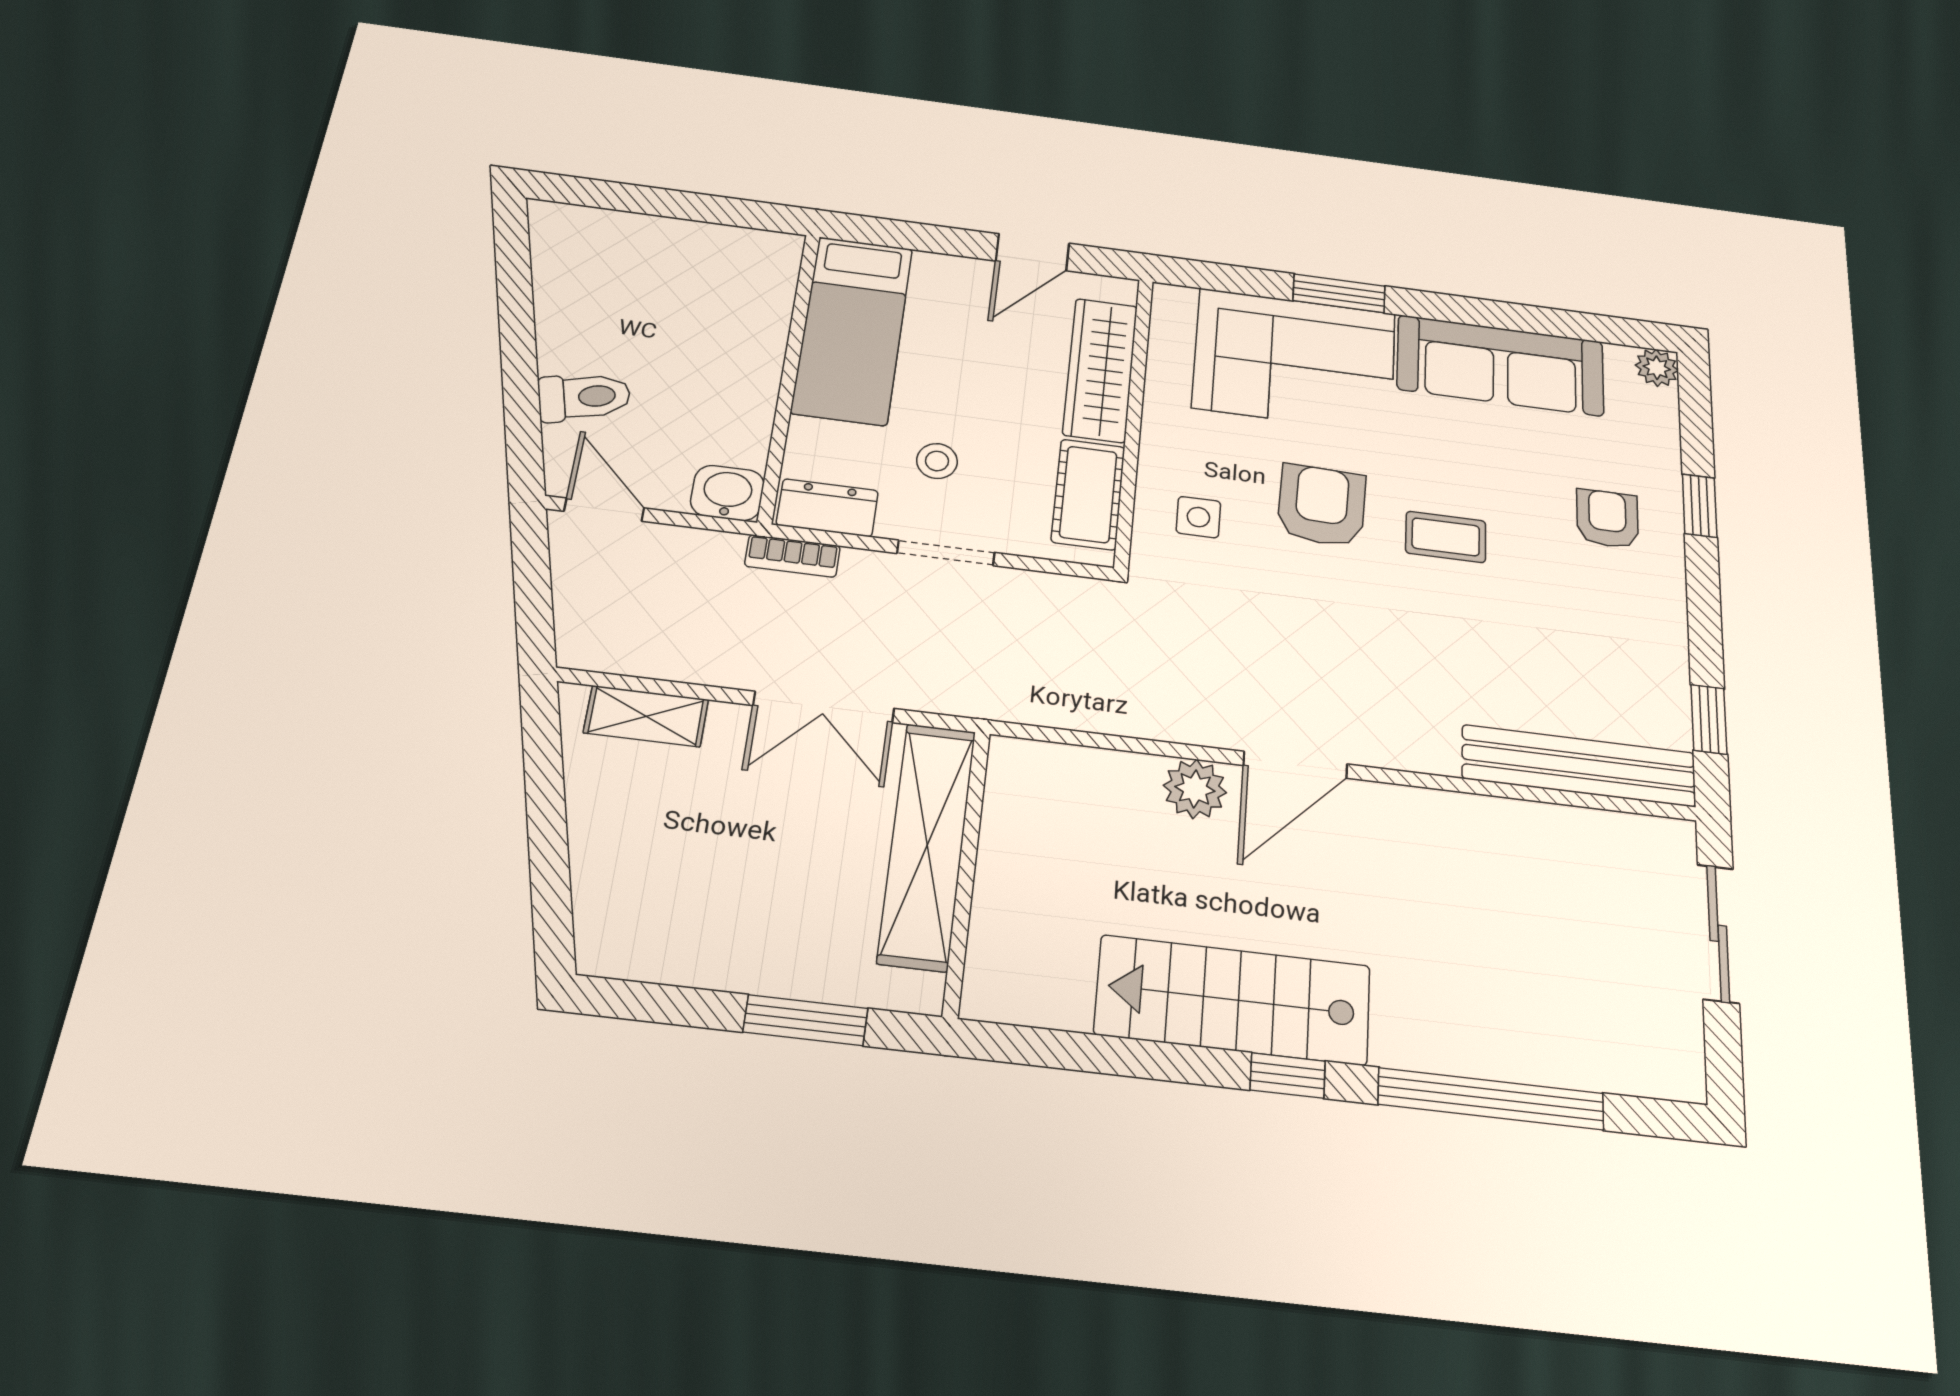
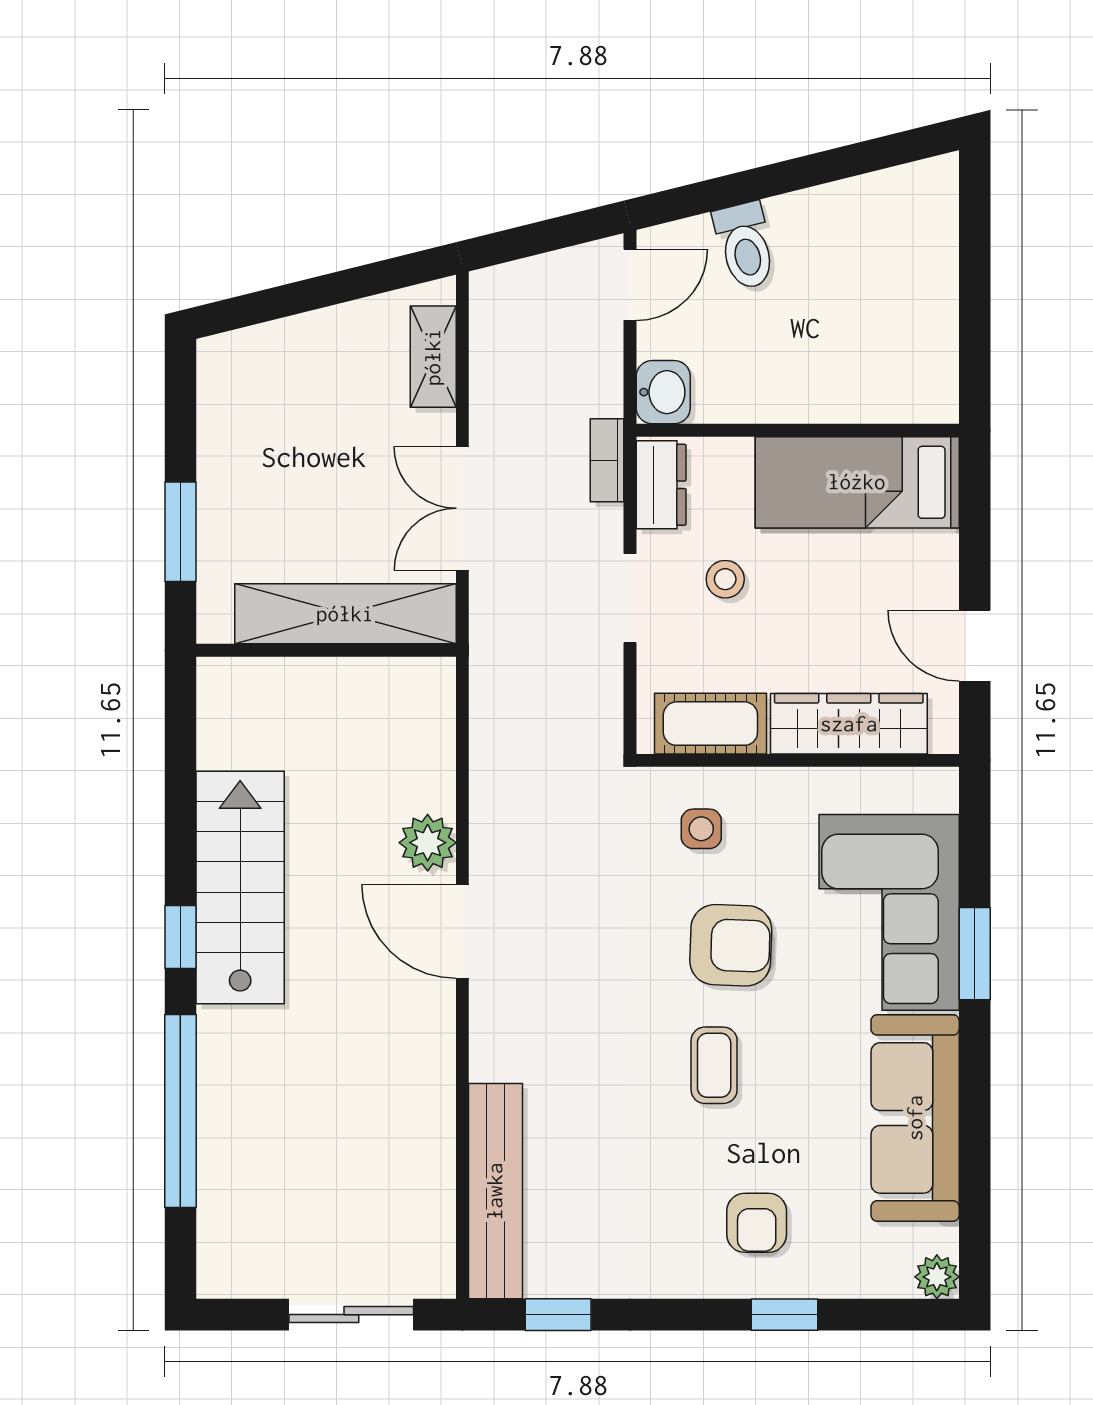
armchair: (1607, 519) -> (757, 1223), turned 90

